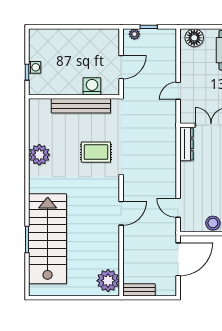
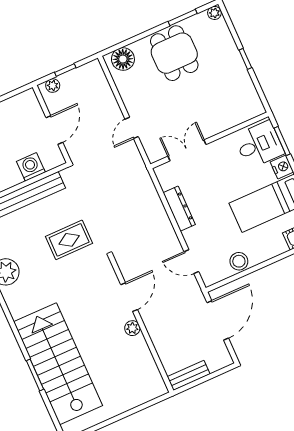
dresser: (186, 144) -> (179, 209), moved
plant: (108, 281) -> (132, 328), moved, width x0.53, depth x0.53

